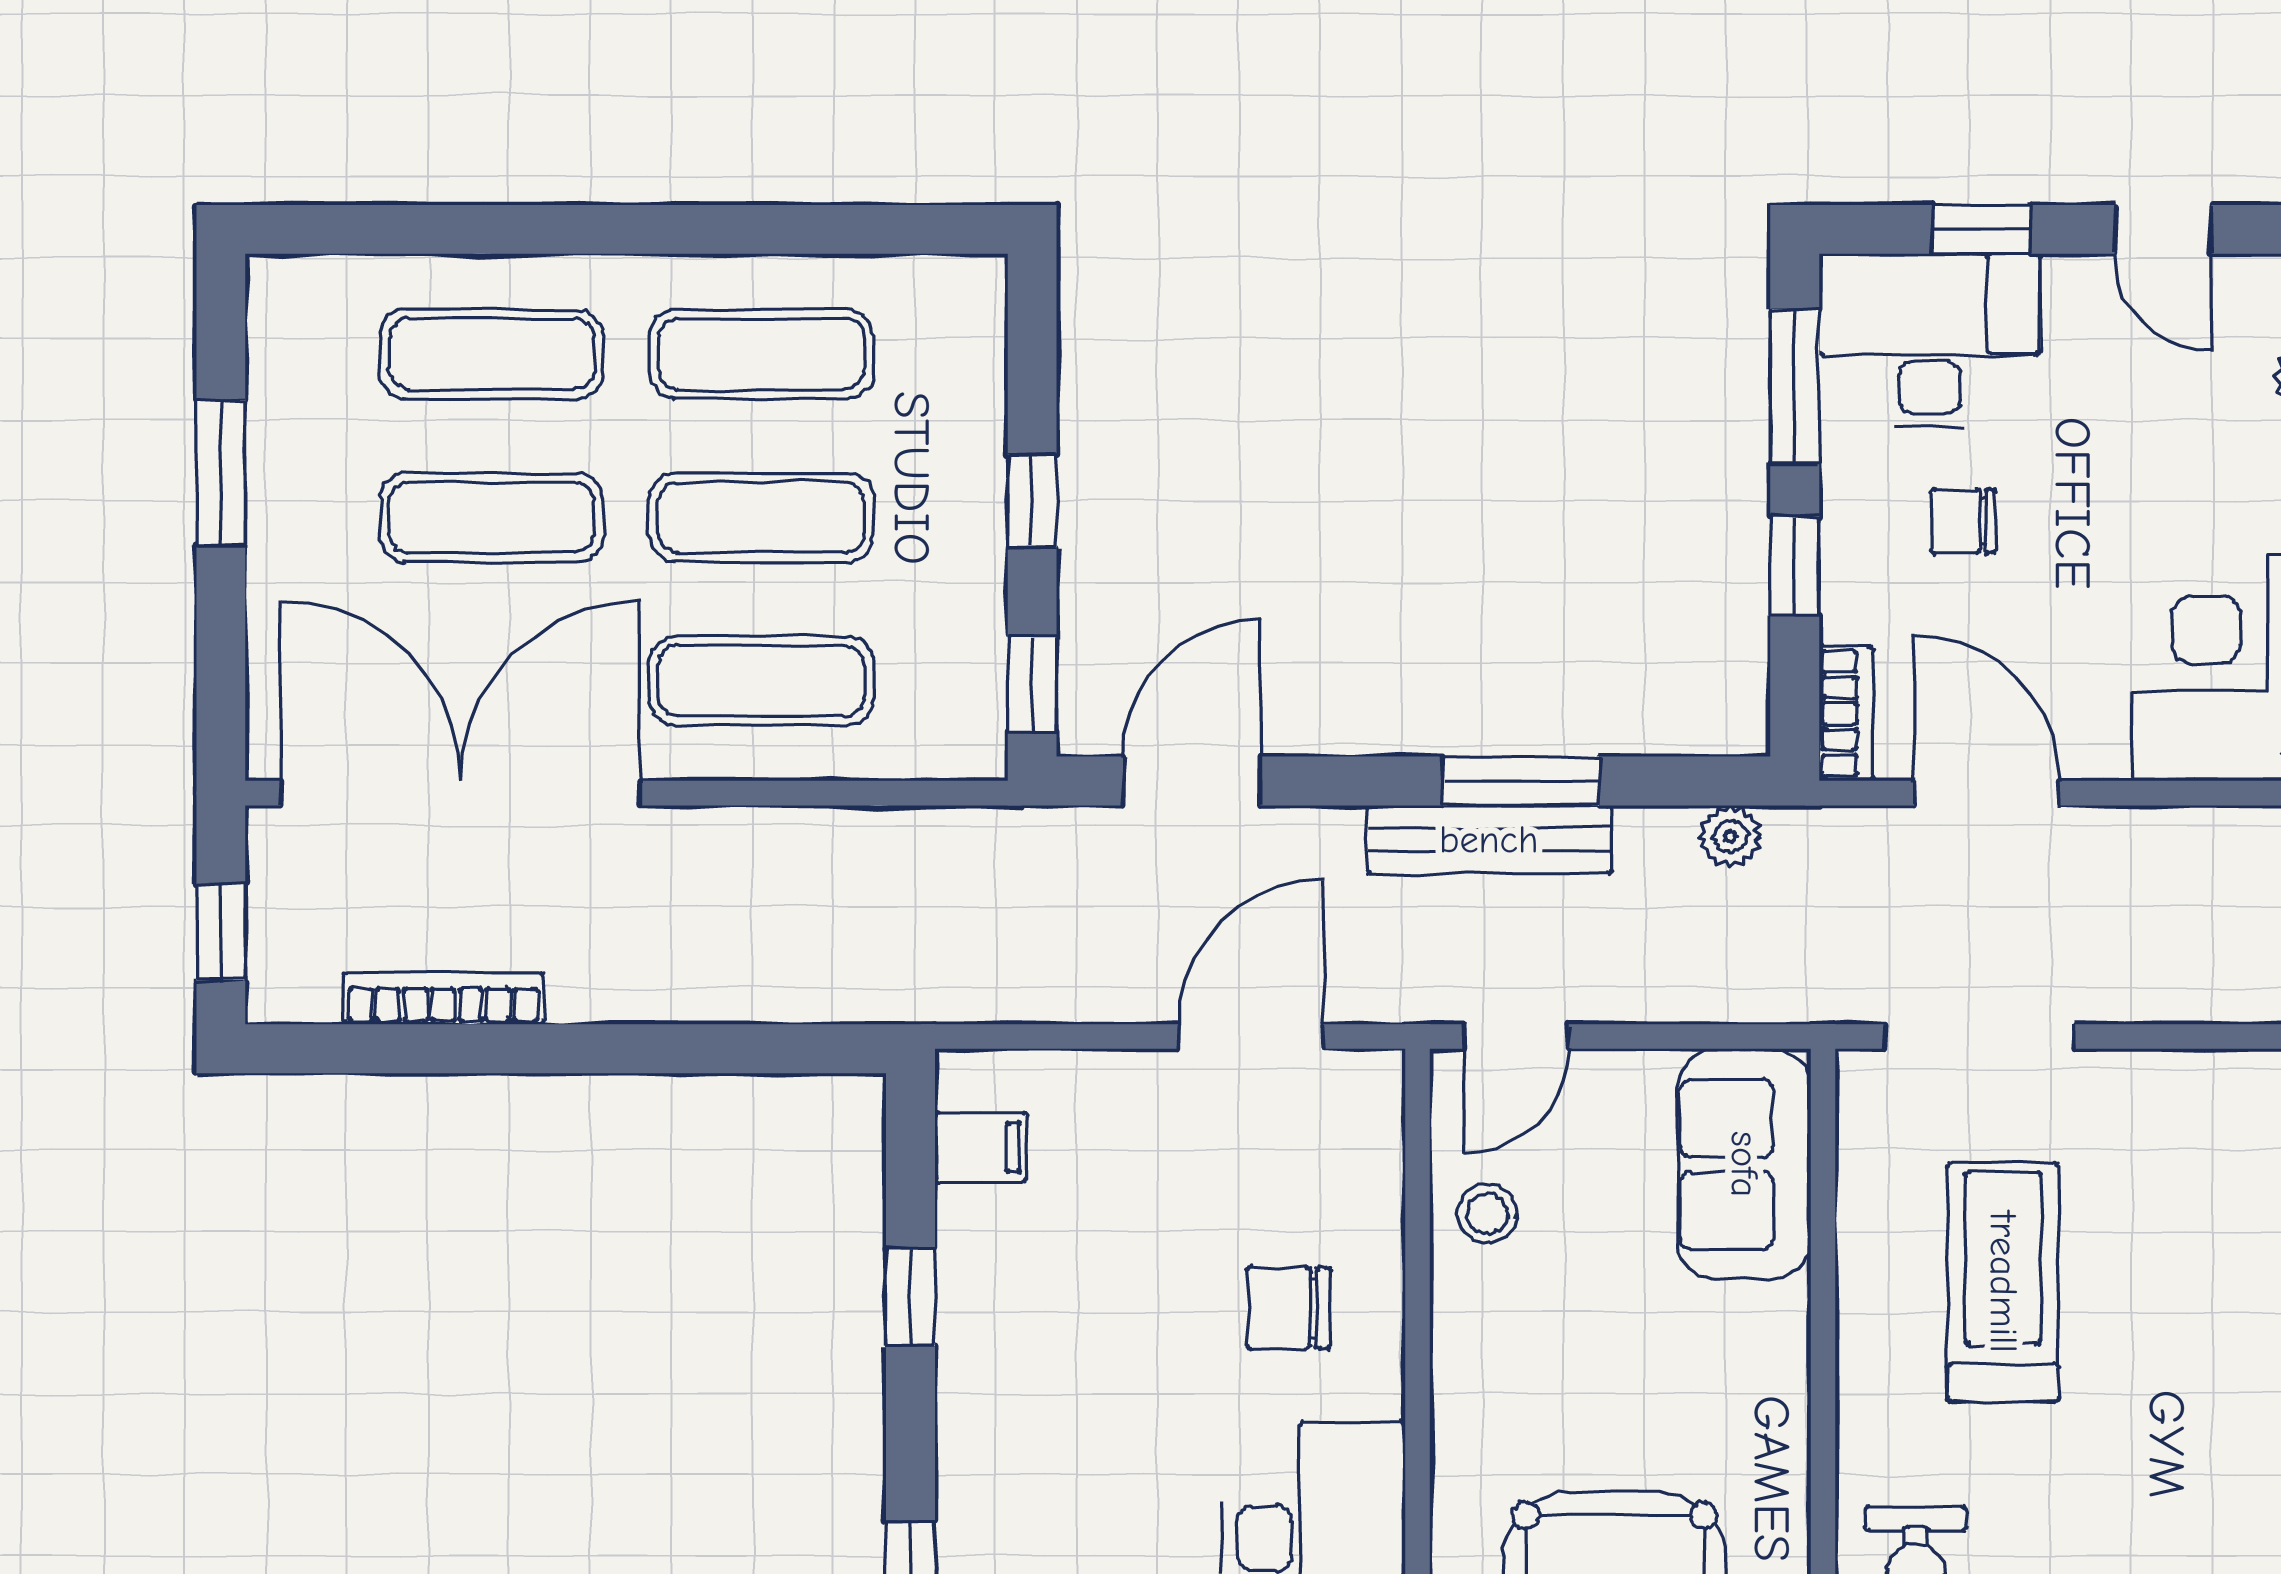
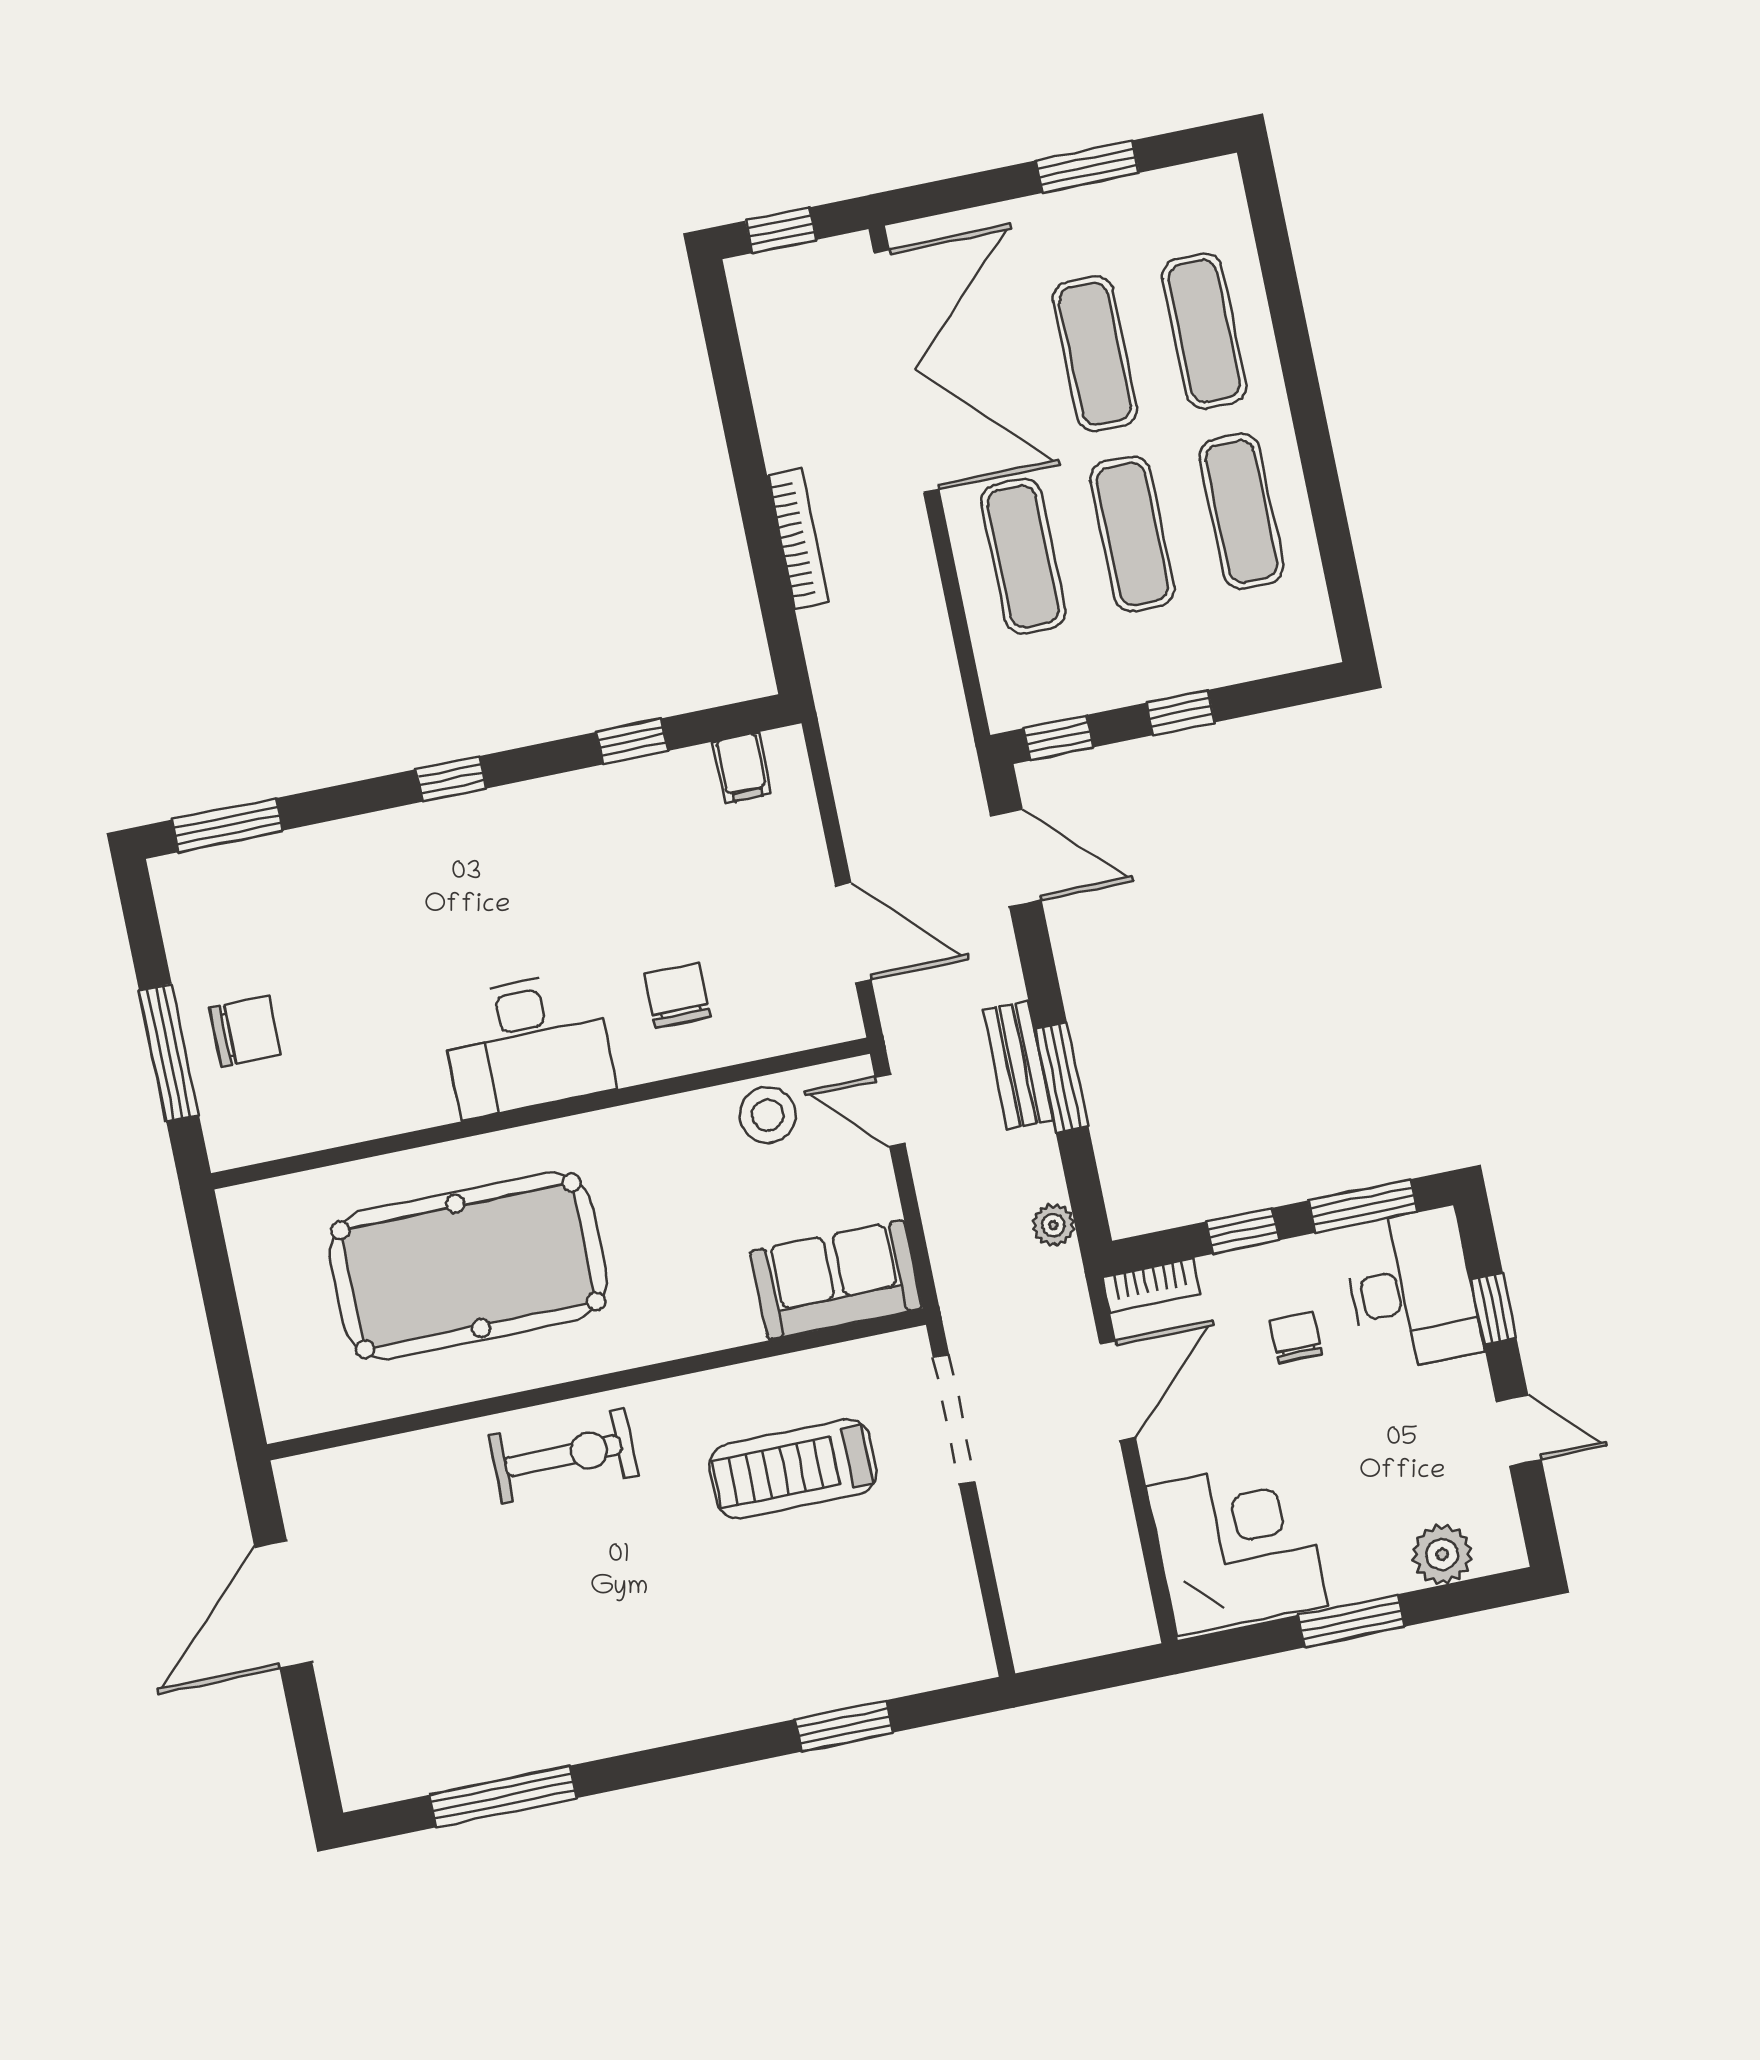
door: (2163, 229) -> (1519, 1430), swing flipped
bench: (1489, 840) -> (1018, 1065), width x0.73
bookcase: (443, 999) -> (798, 539), moved
stool: (1487, 1214) -> (768, 1115), width x1.37, depth x1.37
treadmill: (2003, 1282) -> (793, 1469), turned 180

